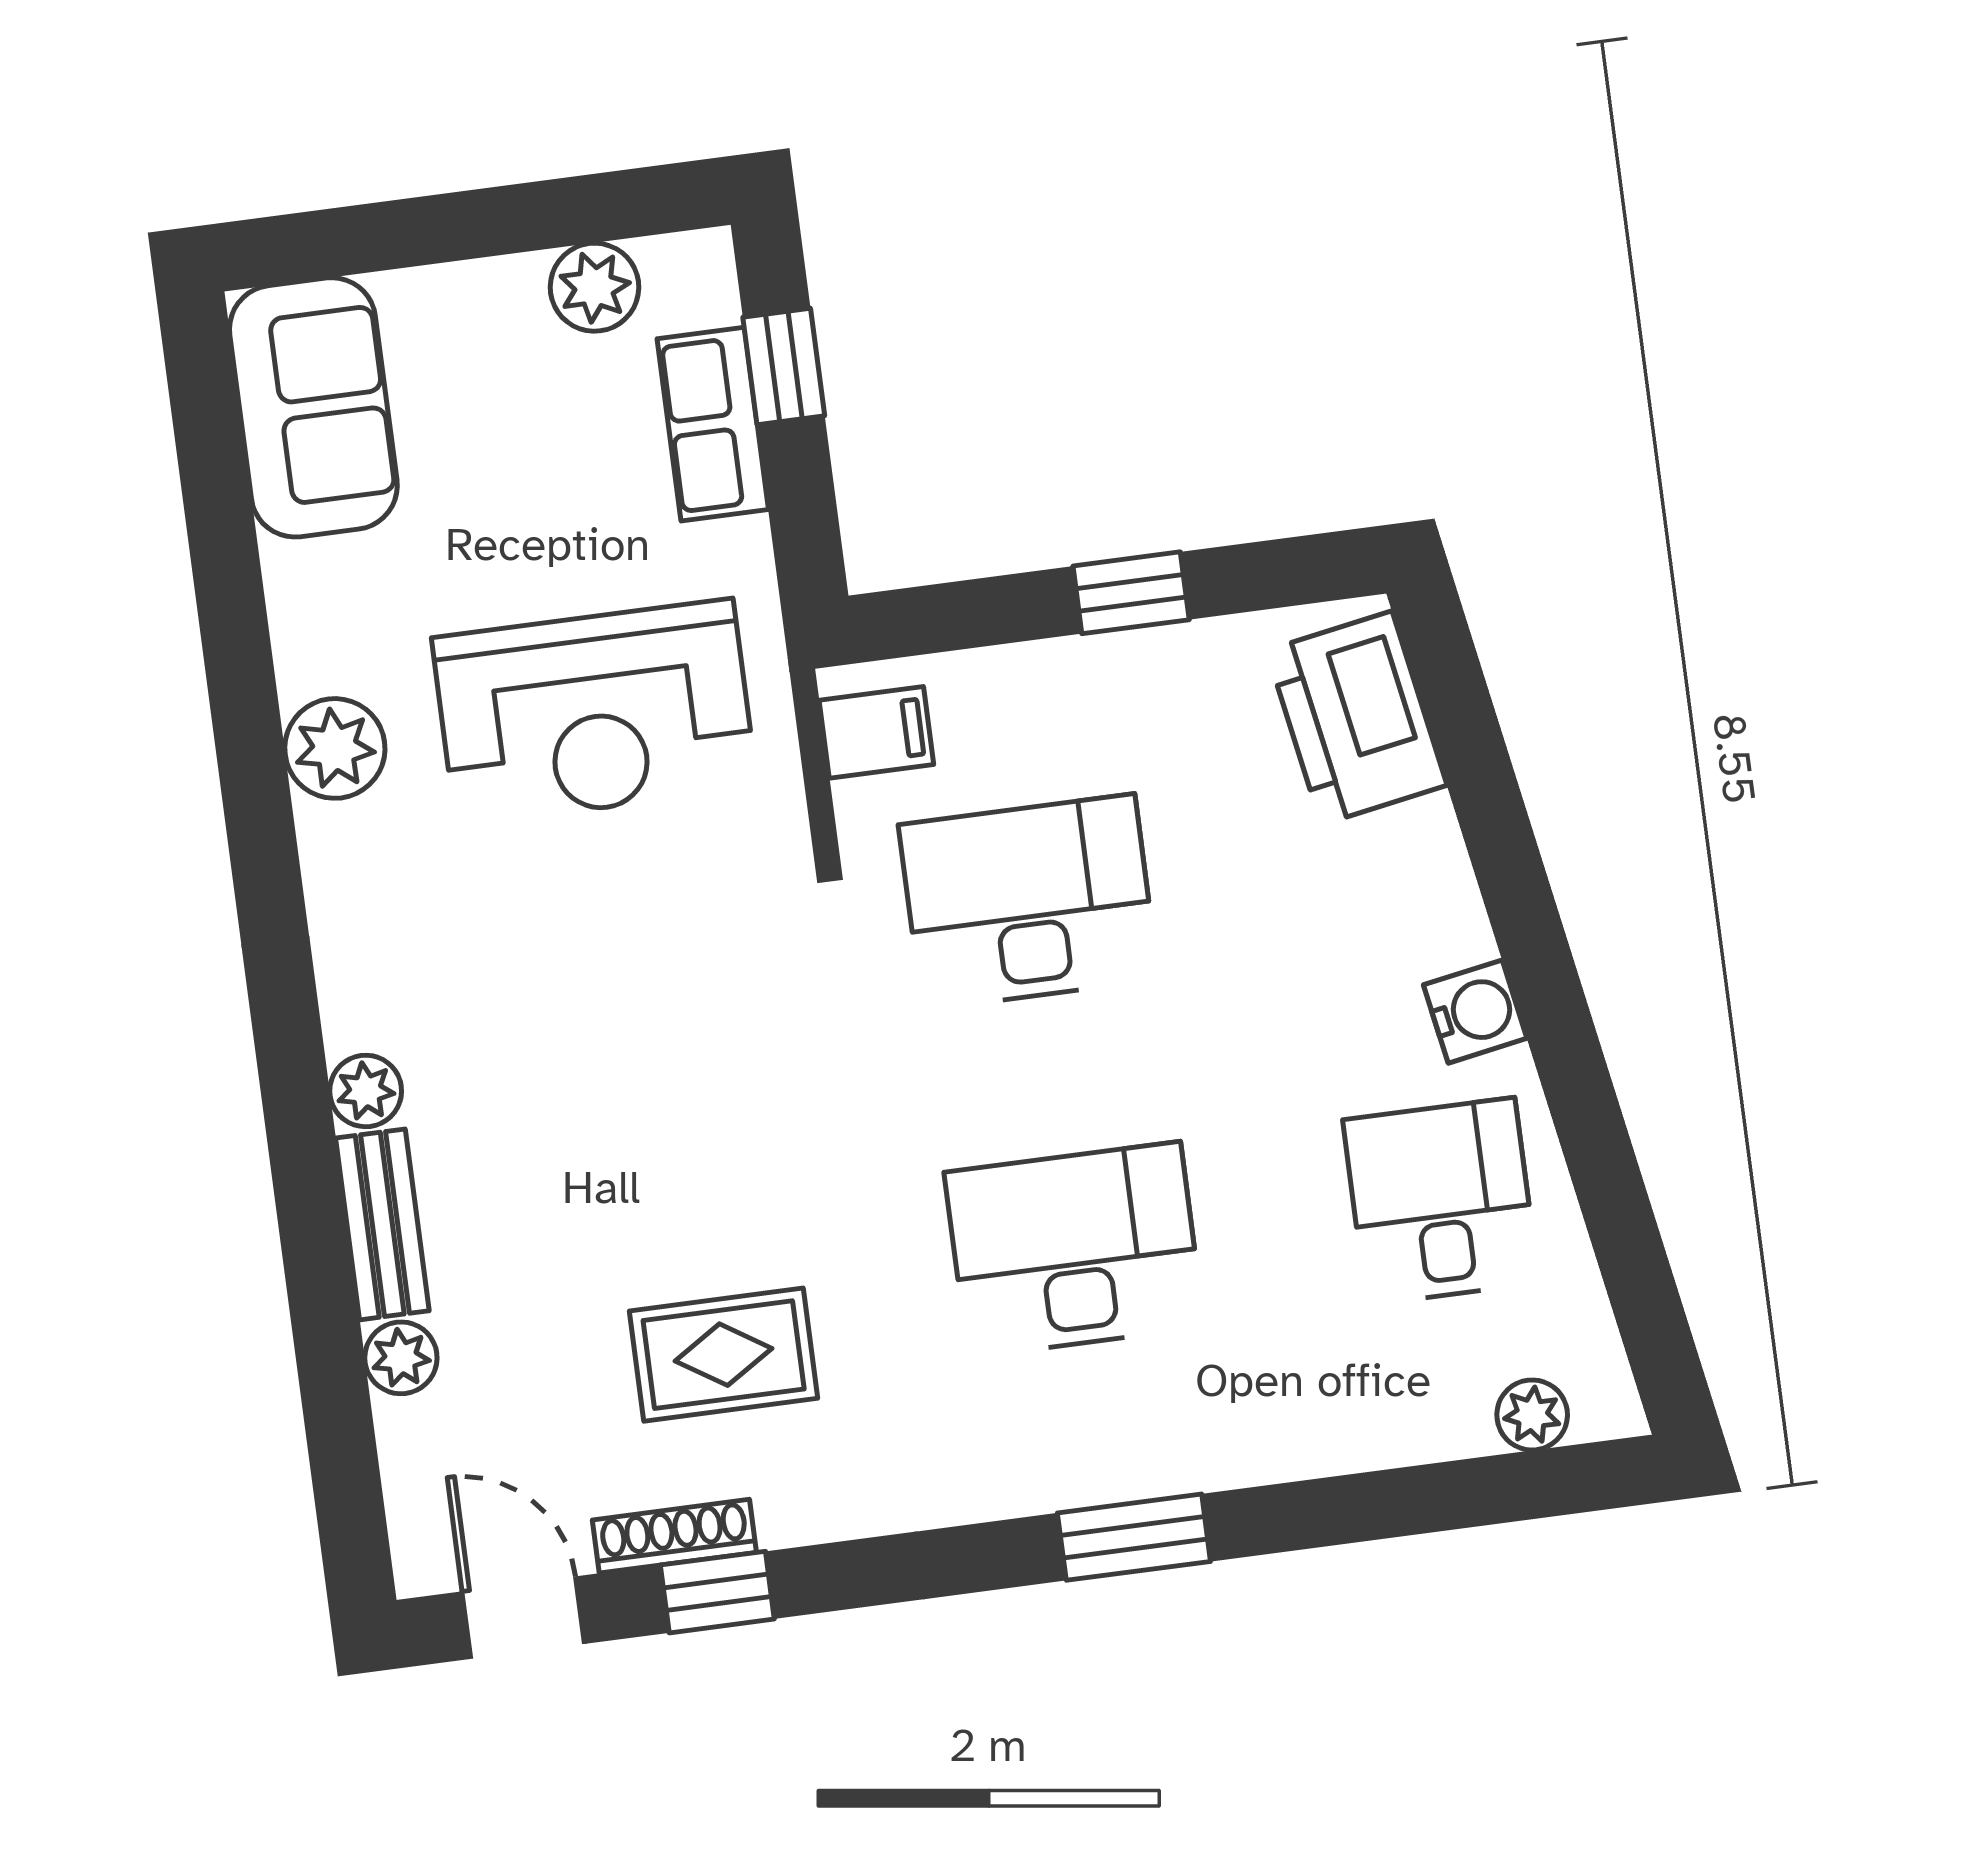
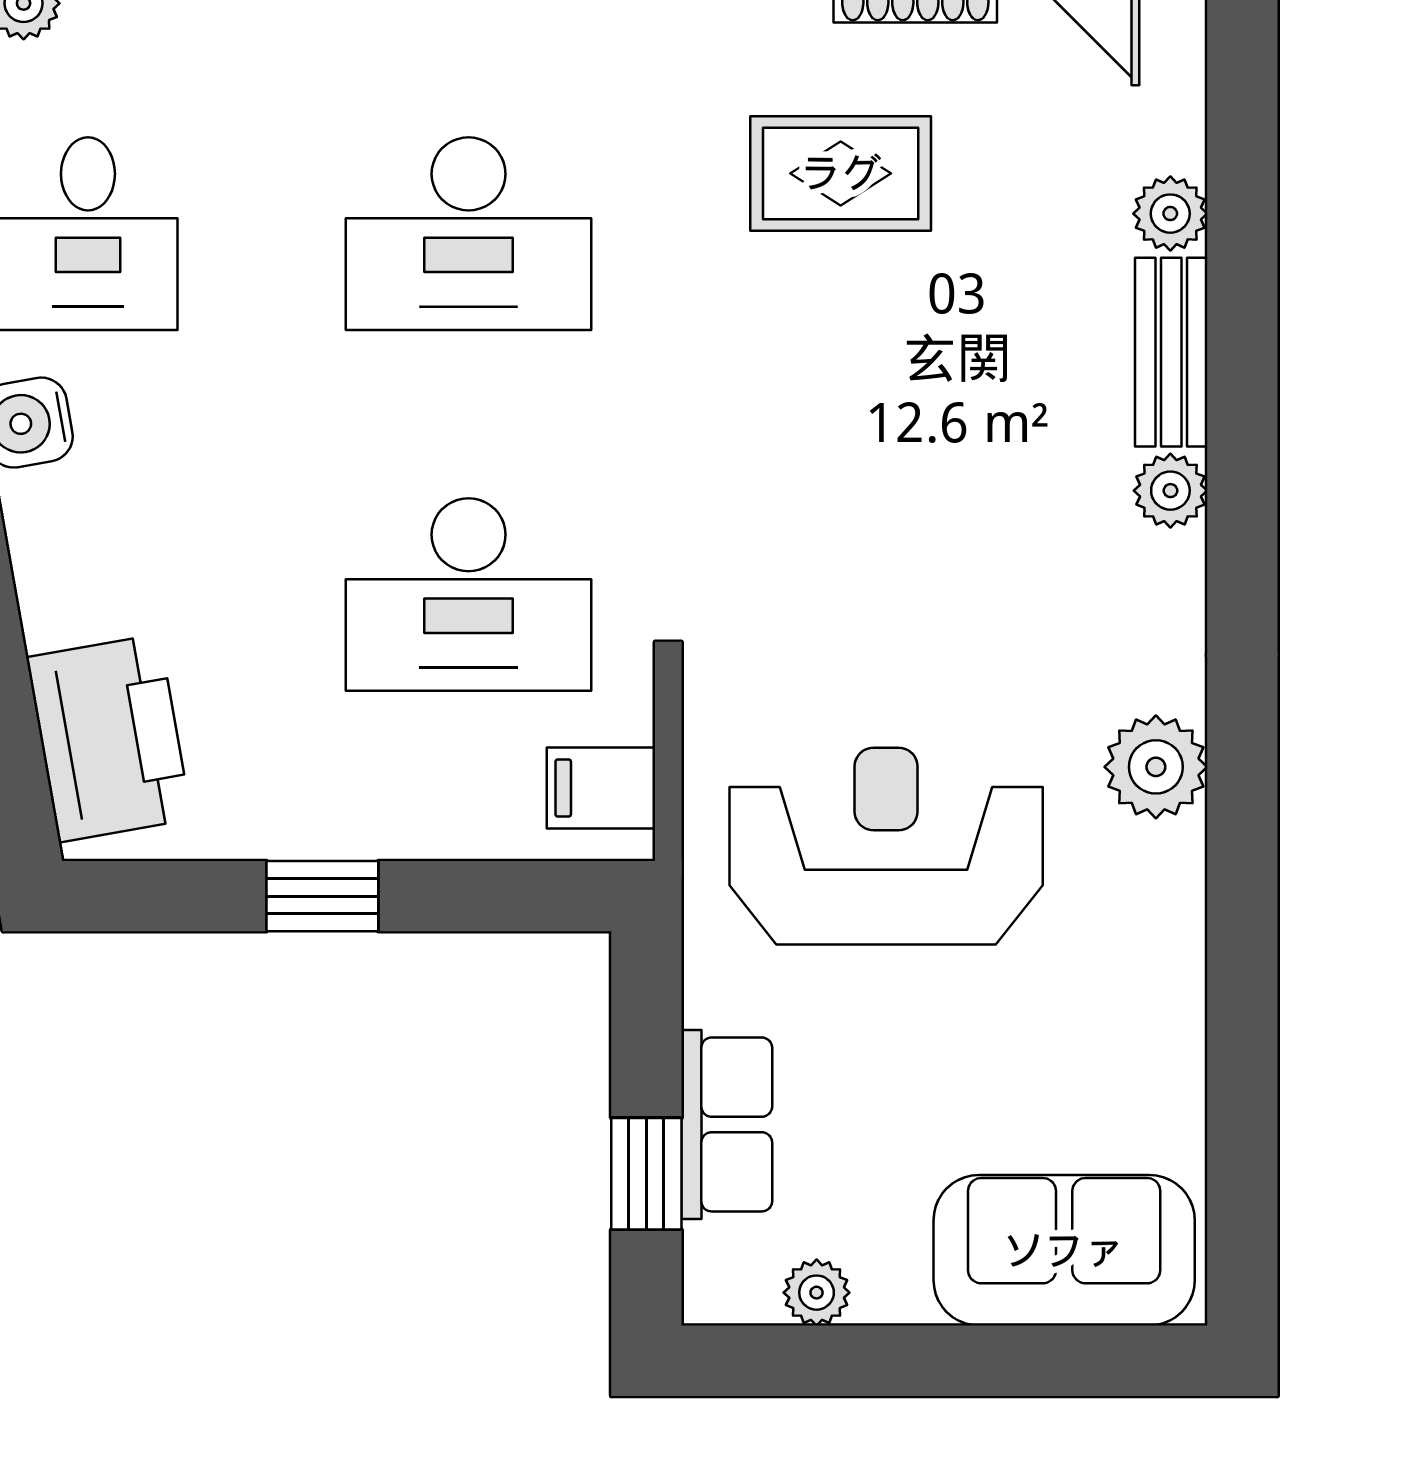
plant: (594, 287) -> (817, 1293), width x0.73, depth x0.73
sofa: (313, 407) -> (1064, 1250), moved, turned 90
plant: (335, 748) -> (1156, 767), moved

